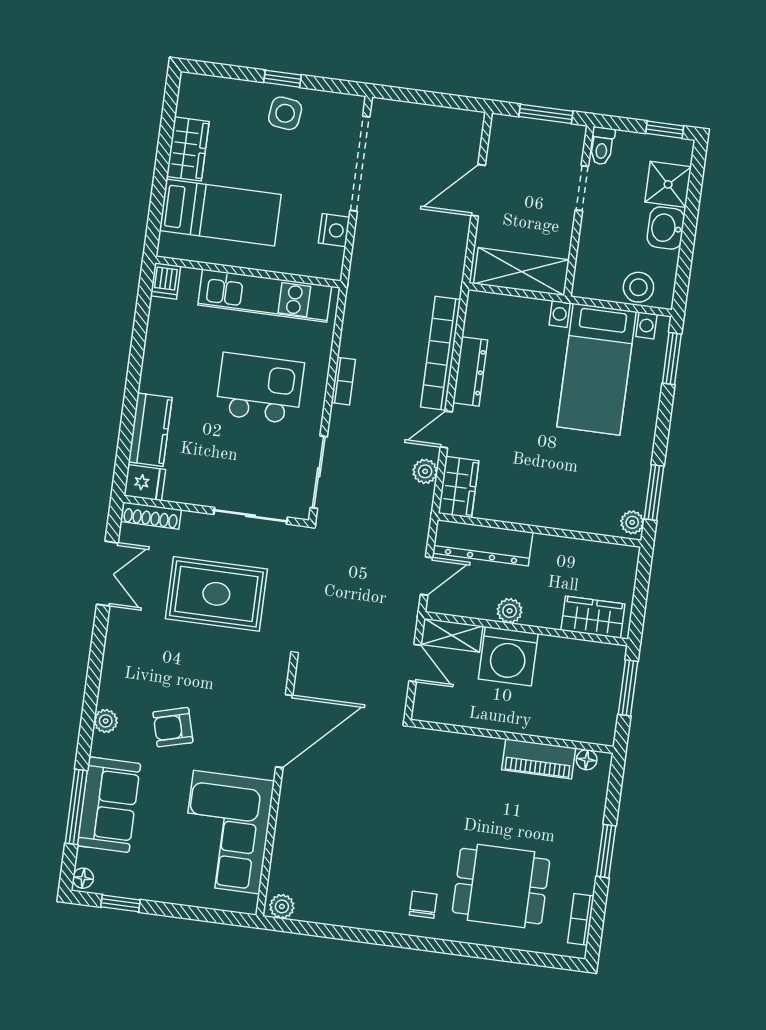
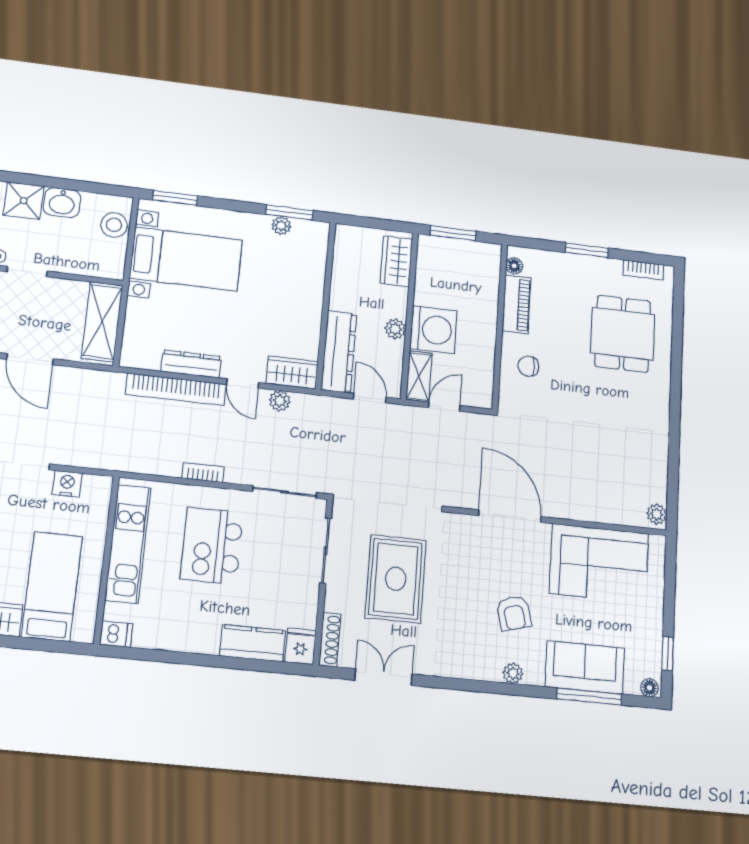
plant: (632, 522) -> (281, 226), moved
chair: (423, 905) -> (528, 366), moved

